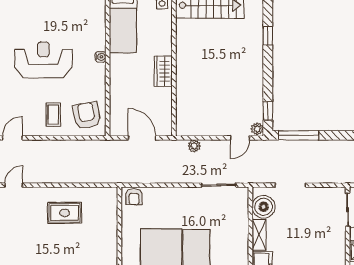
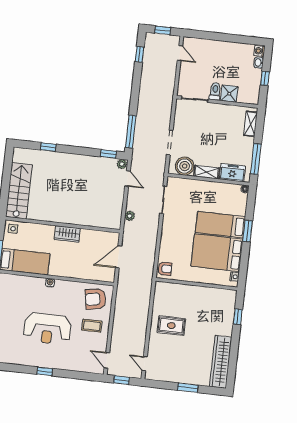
reception desk: (43, 60) -> (47, 329), turned -90
rug: (65, 213) -> (171, 326), turned 90

